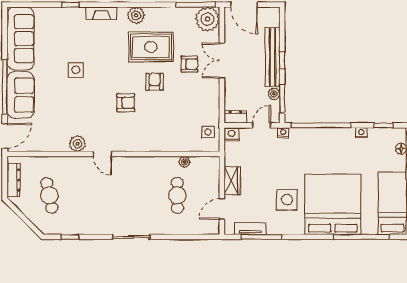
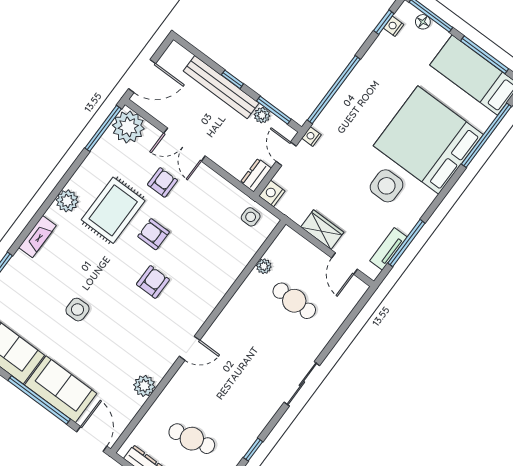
nightstand: (361, 133) -> (394, 26), moved
plant: (77, 144) -> (144, 386), moved

